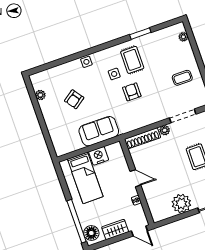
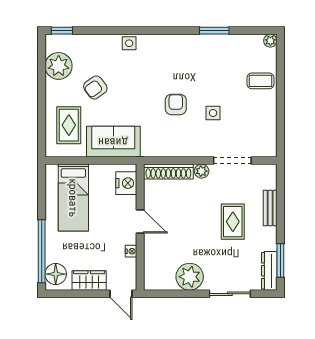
plant: (183, 37) -> (270, 41), moved
rug: (132, 60) -> (69, 125), moved
window: (39, 69) -> (62, 31), added
side table: (114, 74) -> (213, 113), moved
coffee table: (182, 78) -> (261, 81), moved
plant: (40, 95) -> (59, 66), width x1.88, depth x1.88
nightstand: (99, 156) -> (126, 183), moved, turned 90

